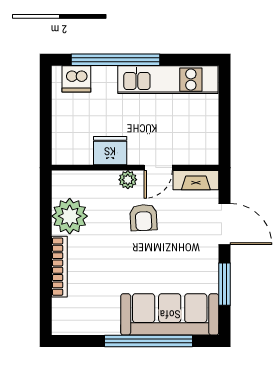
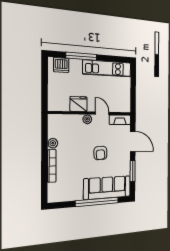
window: (115, 60) -> (81, 56), width x0.68
door: (158, 168) -> (102, 113), swing flipped
plant: (70, 216) -> (53, 143), width x0.53, depth x0.53
armchair: (143, 218) -> (100, 153), moved

